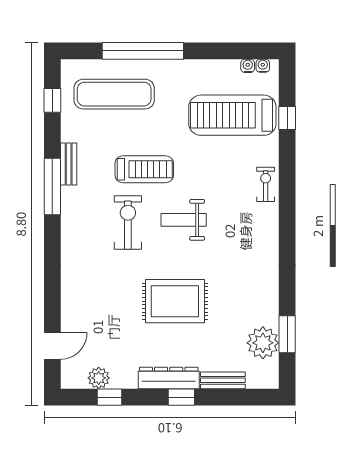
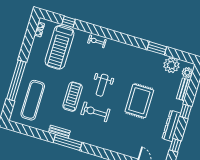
window: (52, 100) -> (27, 130), removed
window: (287, 334) -> (157, 48), moved
plant: (99, 378) -> (187, 73), moved
dresser: (169, 378) -> (171, 126), moved

